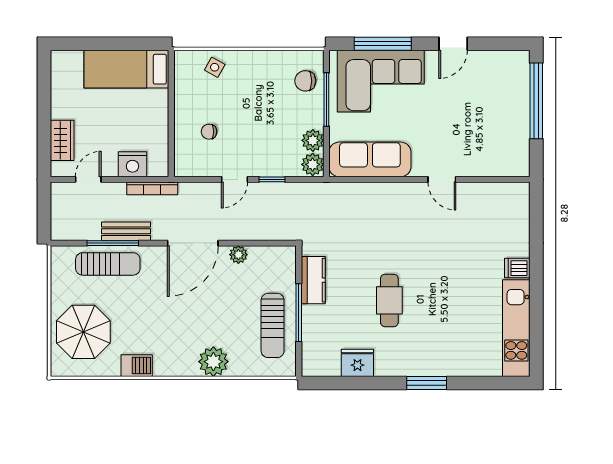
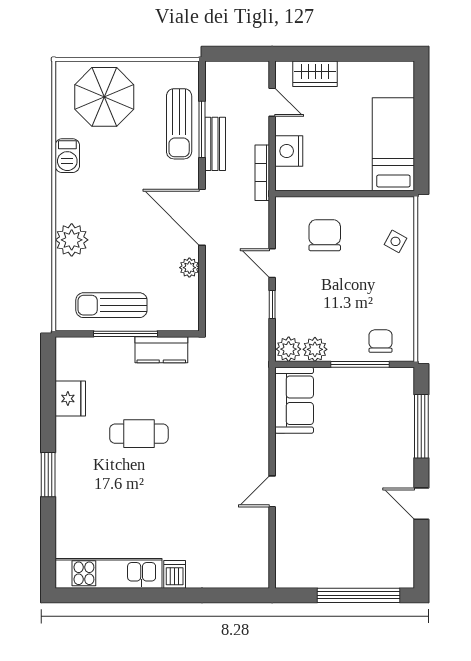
corner sofa: (381, 81) -> (380, 424), removed
chair: (209, 132) -> (325, 235), width x1.87, depth x1.87
sofa: (370, 159) -> (294, 400), width x0.73

